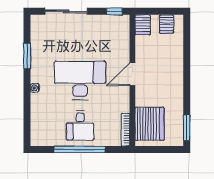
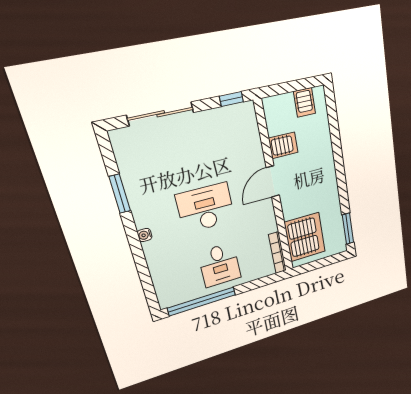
server rack: (143, 25) -> (283, 145), moved, turned -90
desk: (80, 80) -> (206, 208), width x0.73, depth x0.77
window: (79, 149) -> (202, 301), moved

